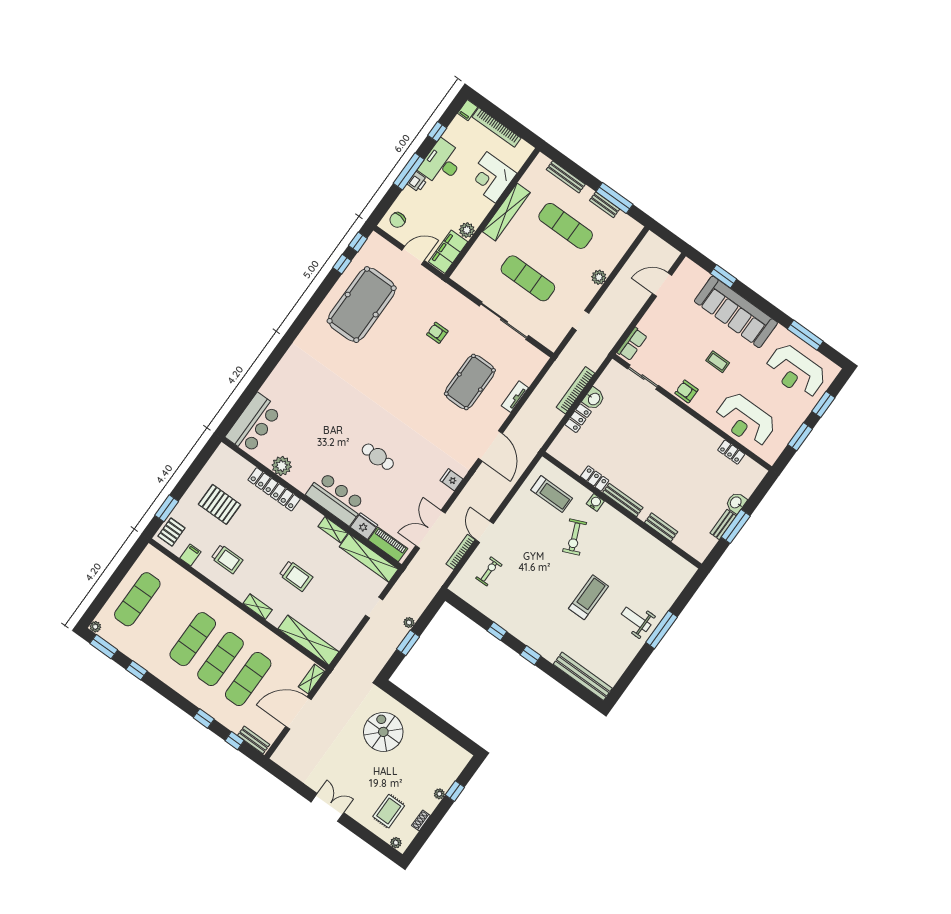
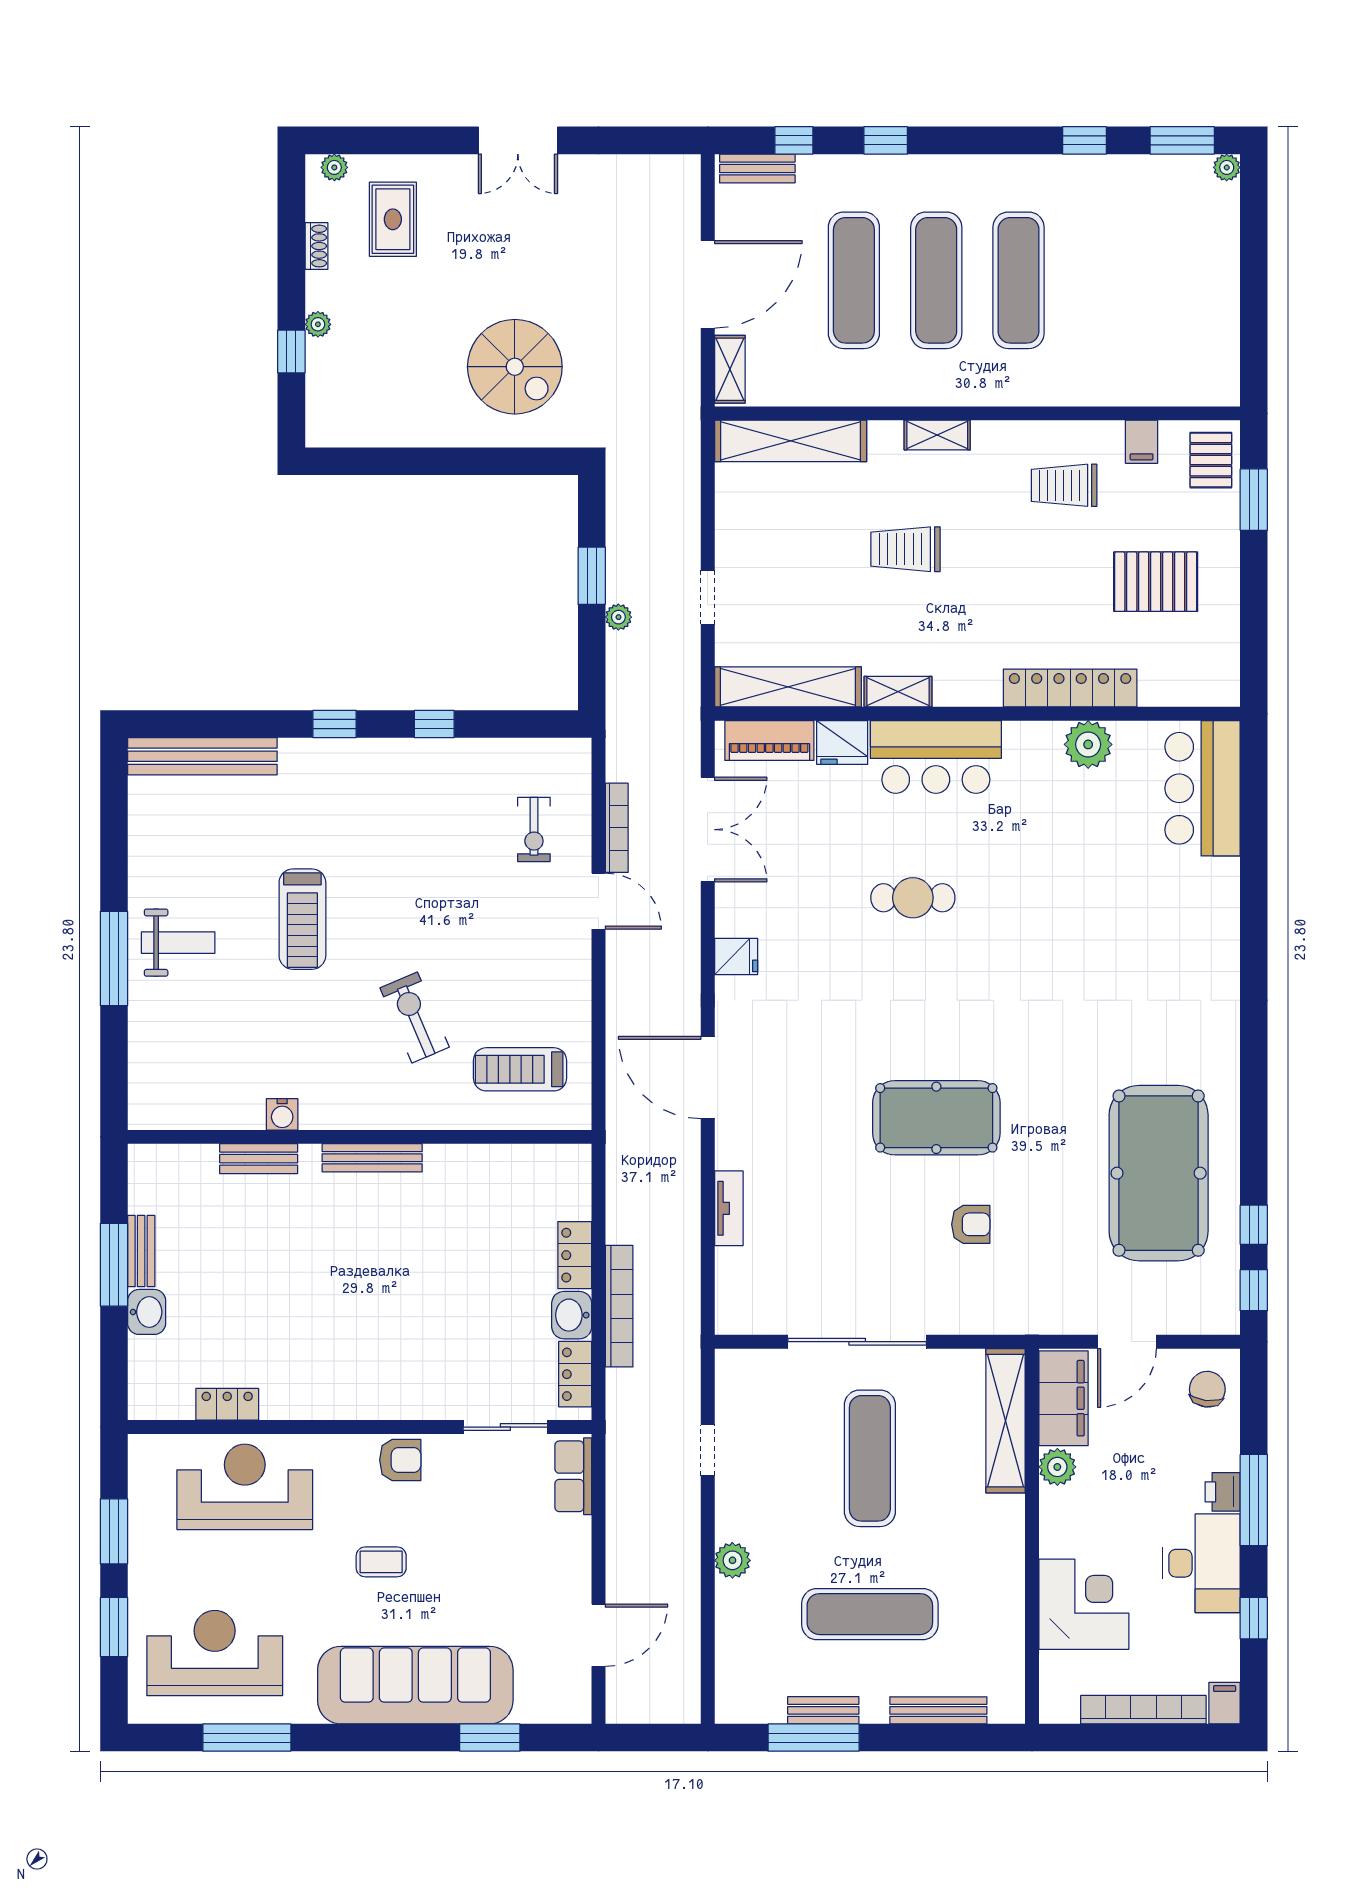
shelving: (506, 212) -> (1005, 1421), moved
exercise mat: (528, 278) -> (870, 1458), turned 90
pool table: (470, 382) -> (936, 1118), moved, turned 90
locker: (595, 478) -> (575, 1374), moved, turned 90
water cooler: (595, 502) -> (282, 1114), moved
exercise mat: (137, 599) -> (1183, 280), removed

